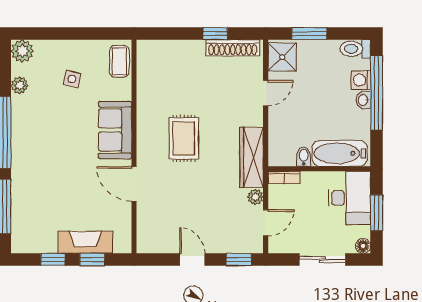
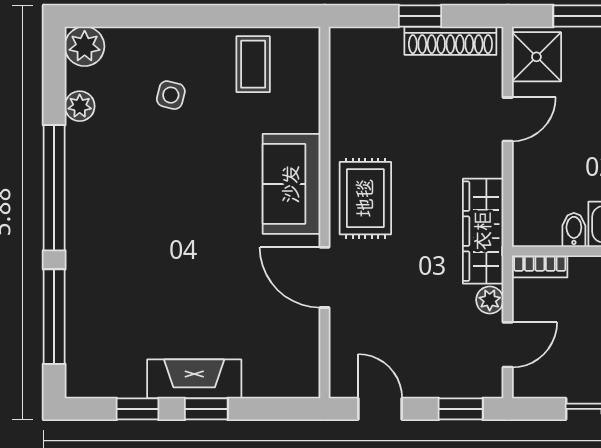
sofa: (115, 130) -> (291, 184), moved
wall: (134, 147) -> (325, 212), moved
door: (134, 184) -> (325, 277), moved

